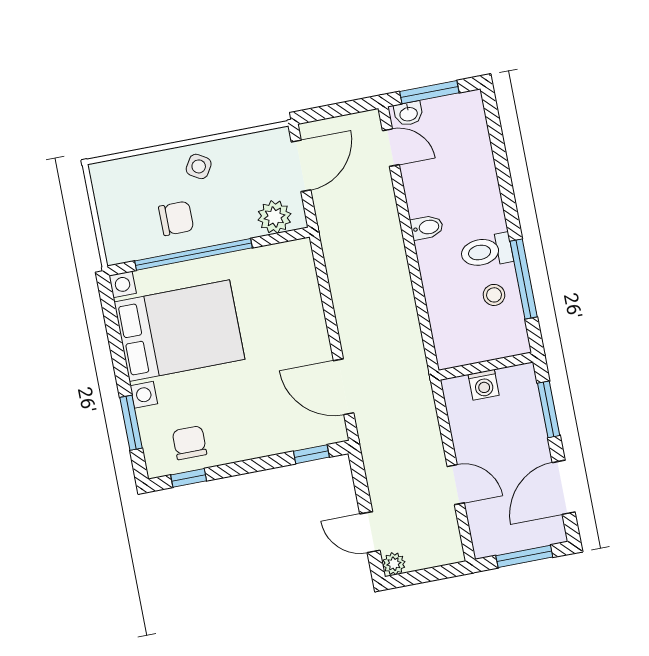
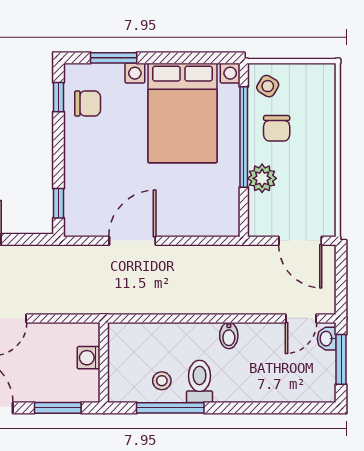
side table: (199, 166) -> (268, 86), moved
plant: (274, 217) -> (262, 178), moved
door: (344, 387) -> (132, 241), moved

